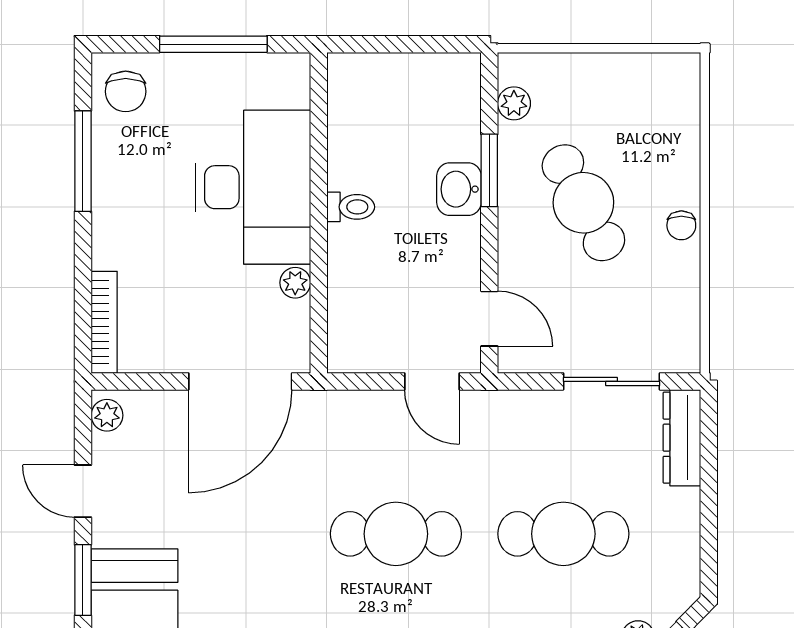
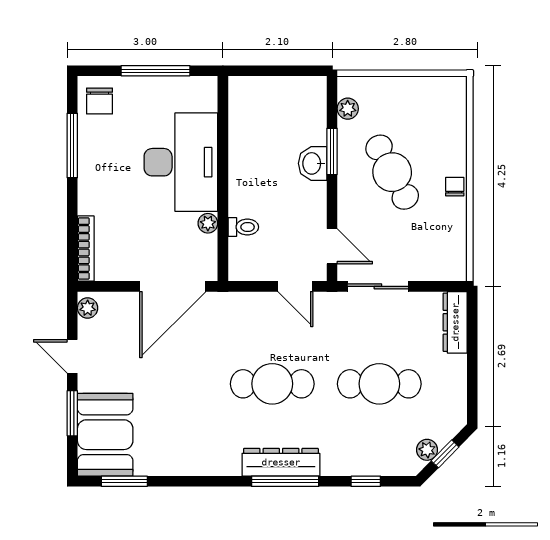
toilet: (351, 207) -> (243, 227), moved
chair: (681, 225) -> (455, 187), turned 180
sliding door: (611, 381) -> (378, 286), moved

